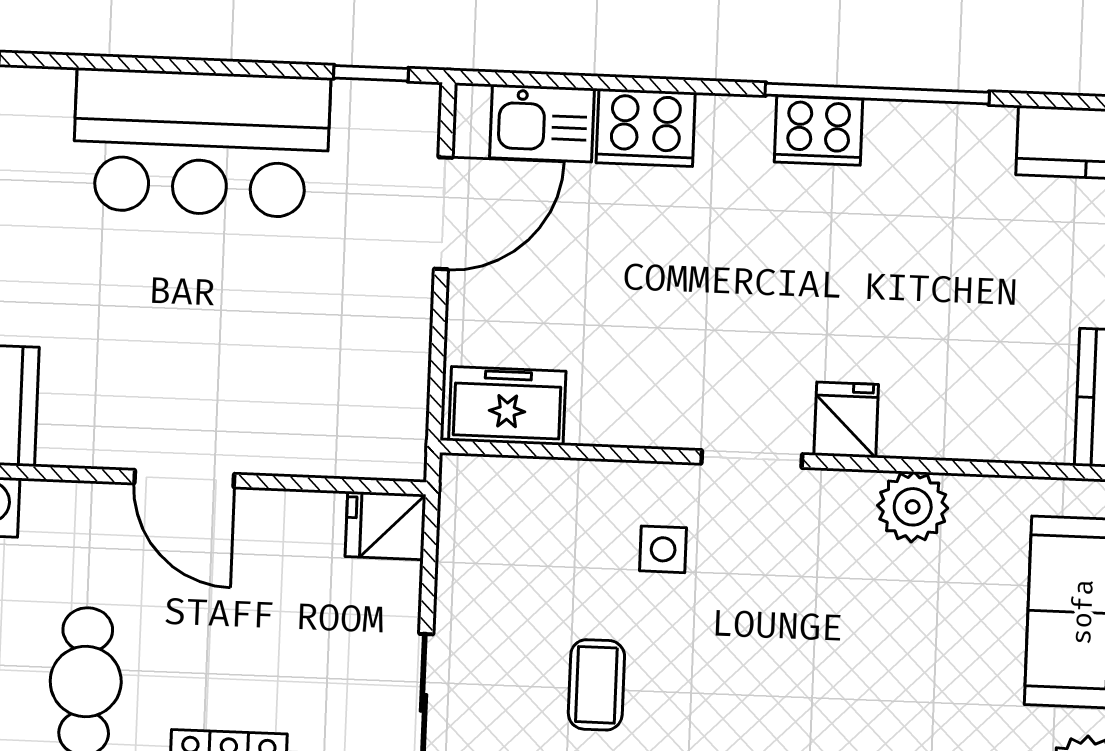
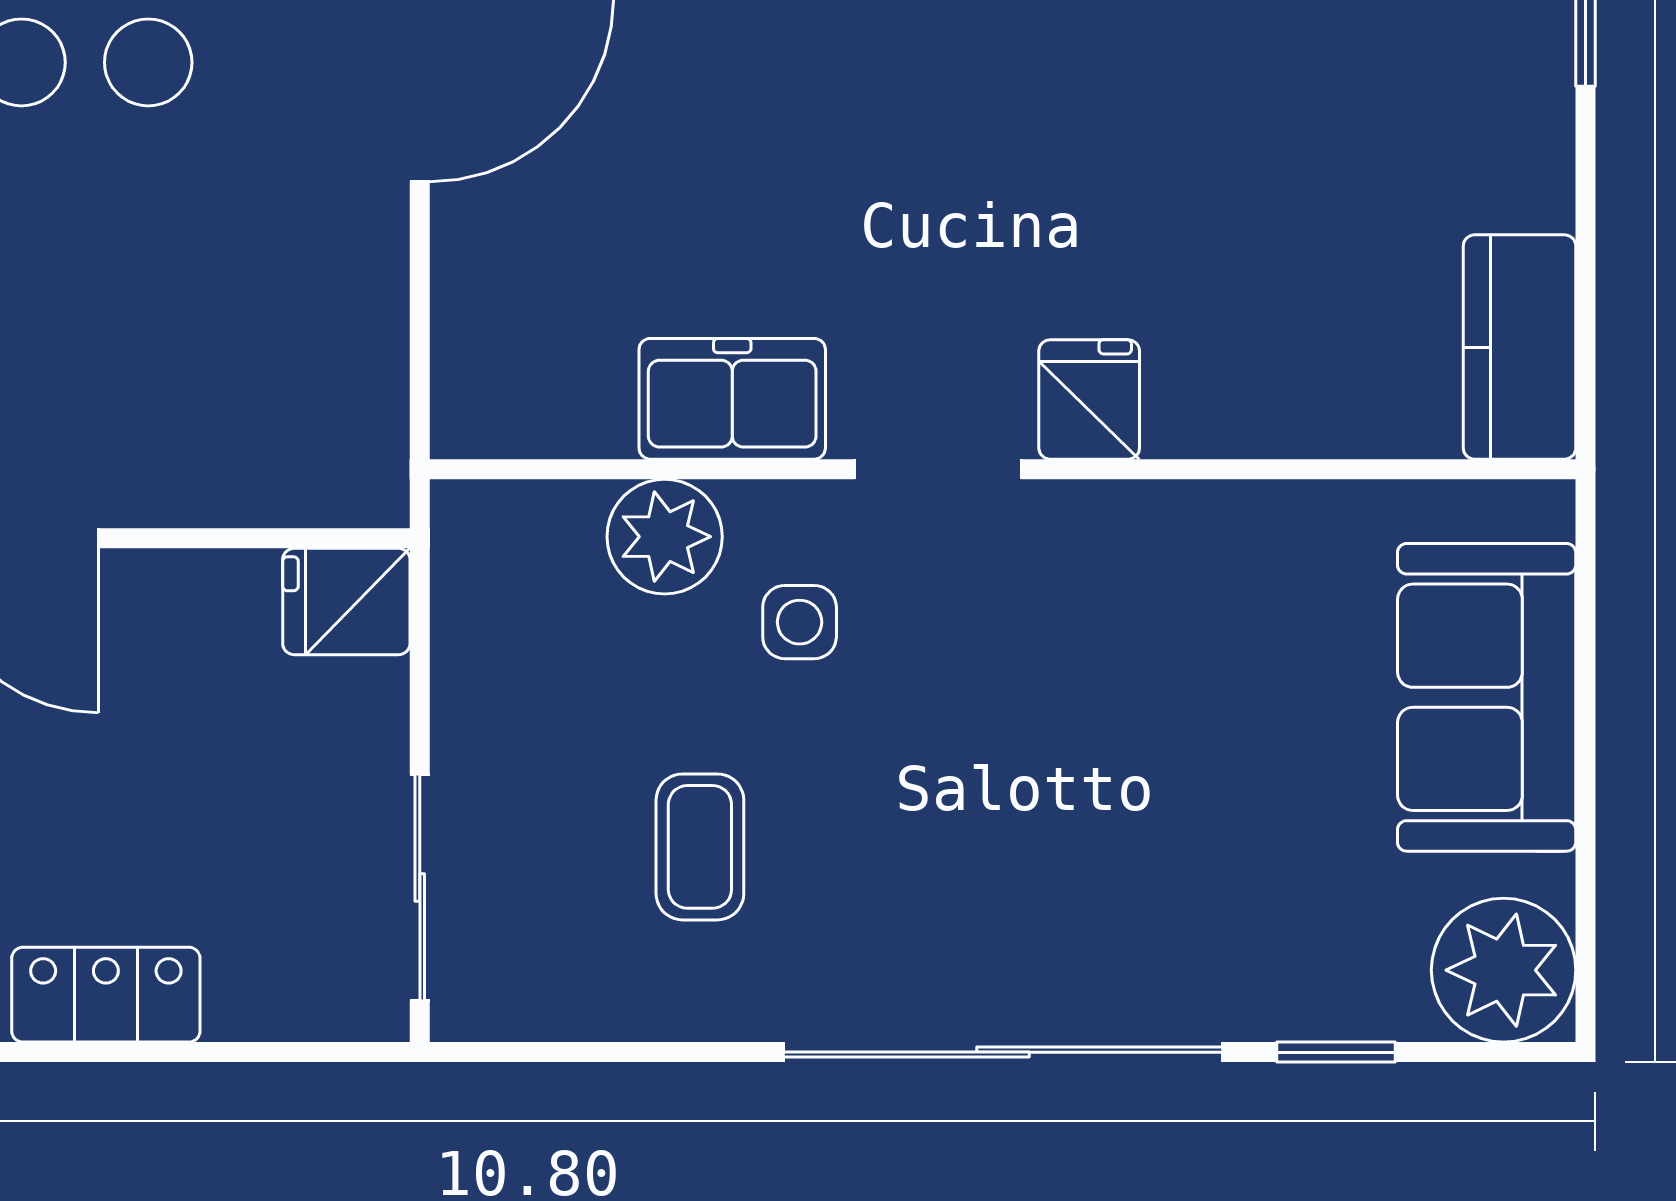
freezer: (507, 406) -> (732, 399), moved
plant: (913, 507) -> (665, 537), moved

